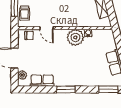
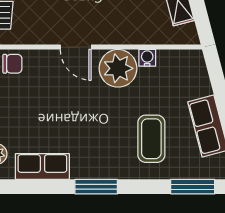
door: (46, 28) -> (76, 47), moved
coffee table: (90, 68) -> (151, 139), added

